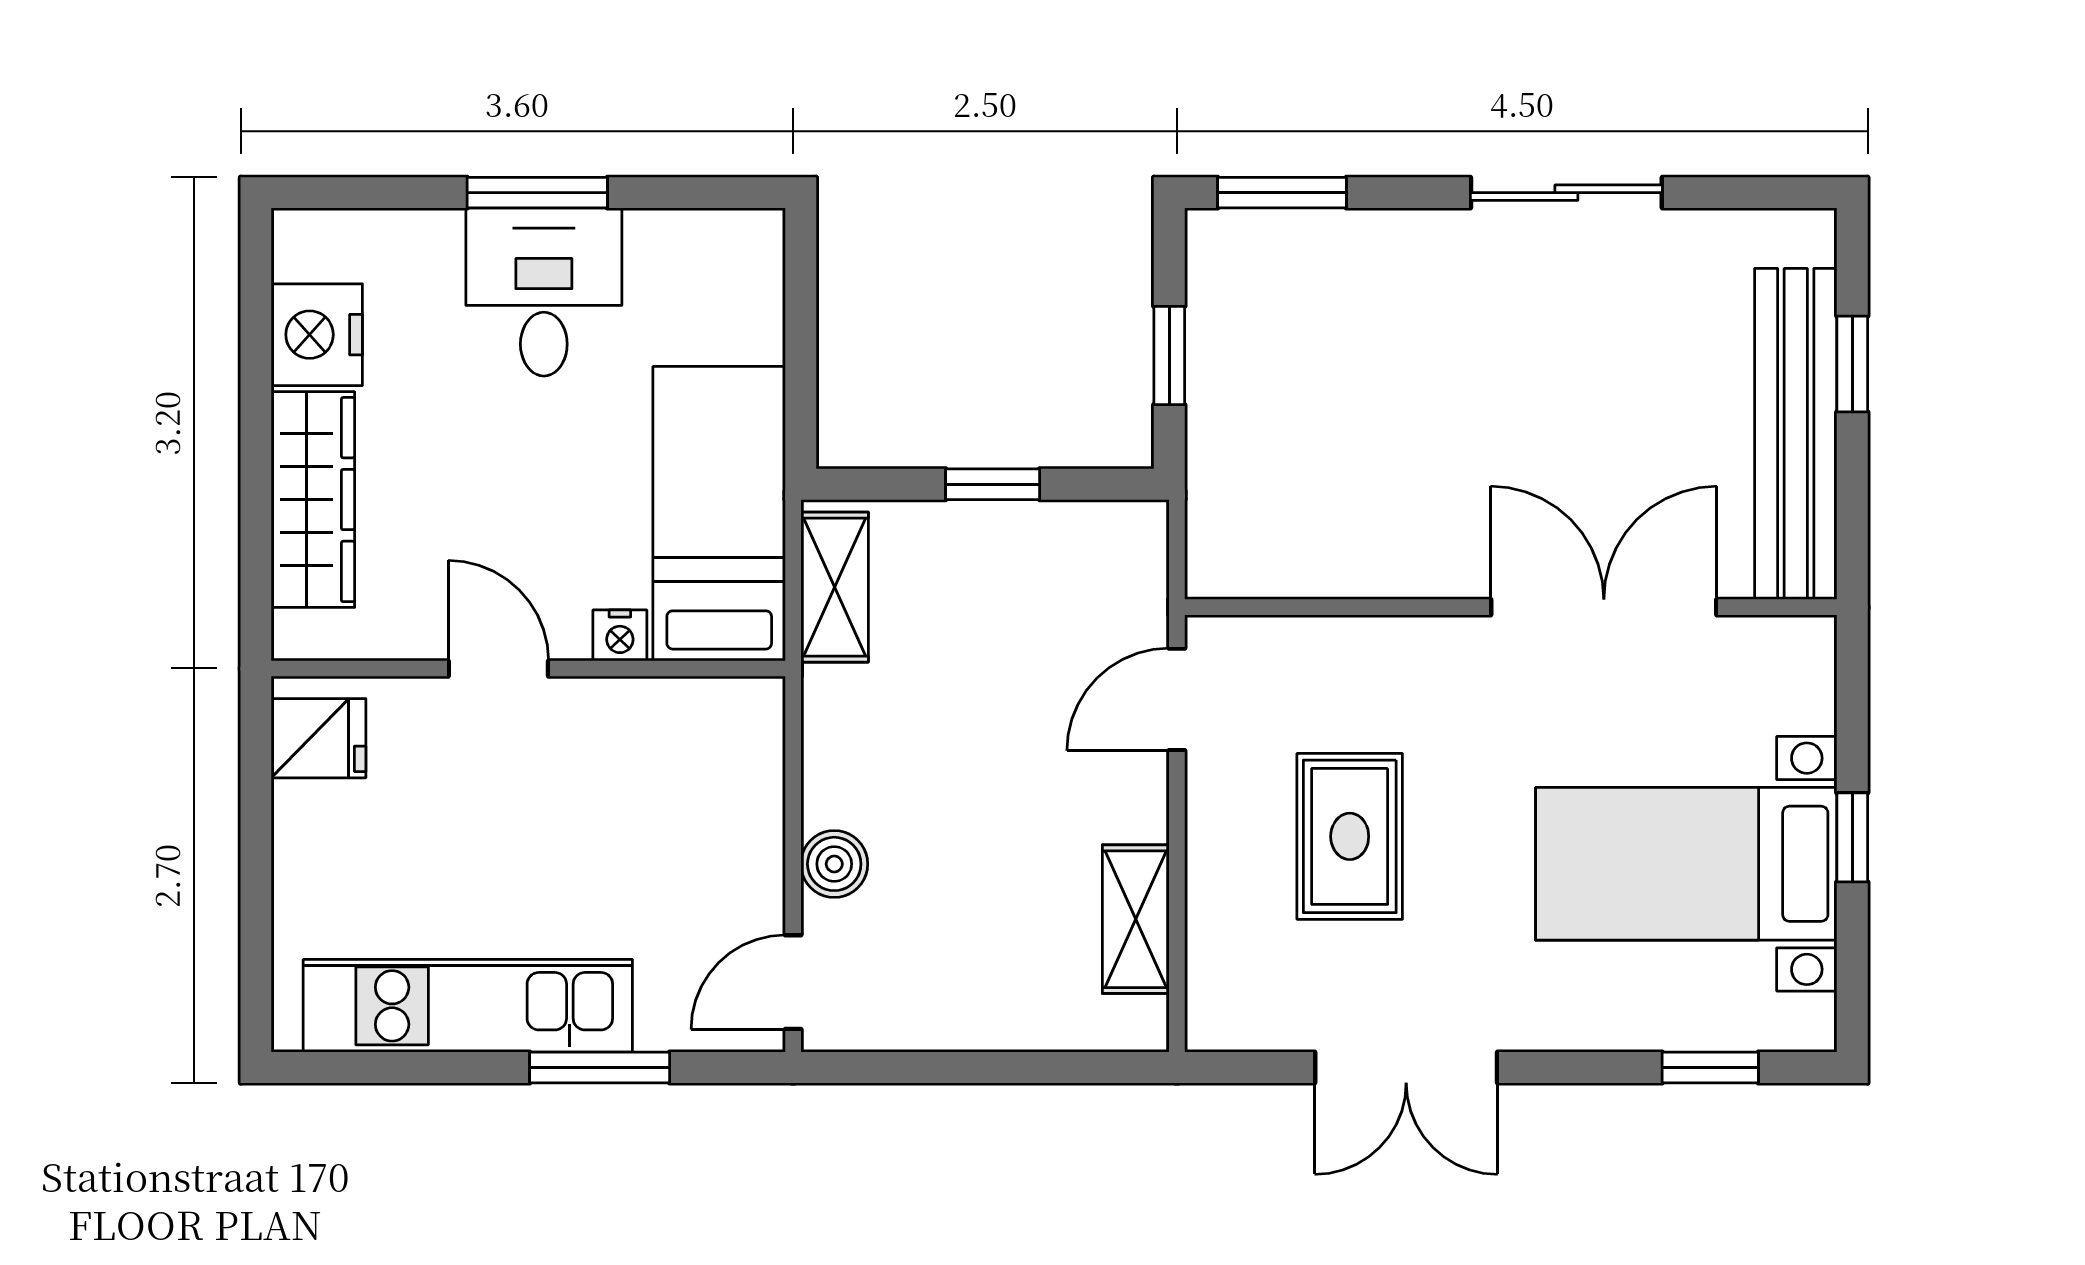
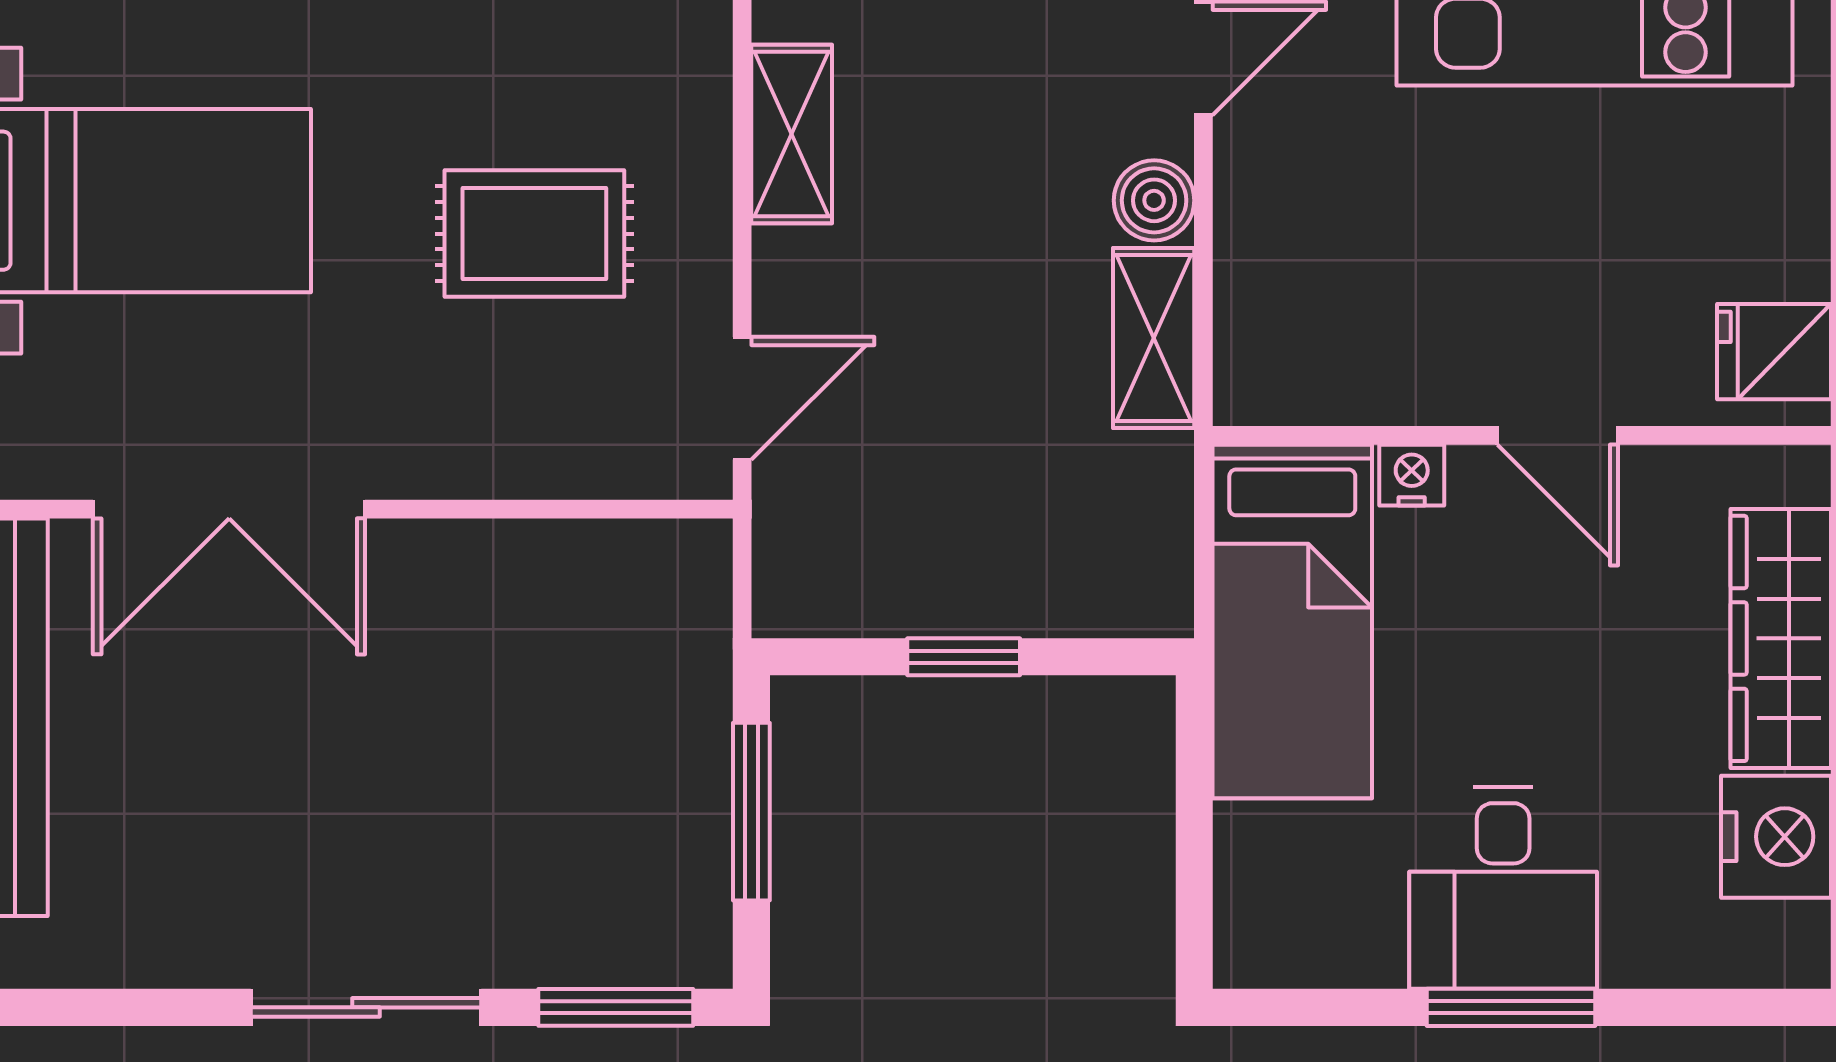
sliding door: (1566, 193) -> (366, 1007), moved
window: (1169, 355) -> (751, 812), width x1.50
shelving: (835, 587) -> (1154, 338), moved
rug: (1350, 836) -> (534, 234), turned 90

